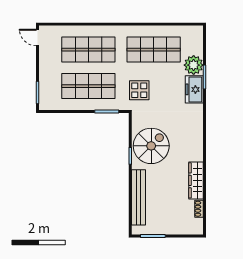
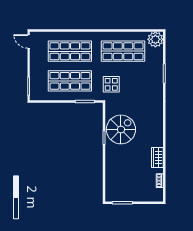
plant: (194, 65) -> (155, 39), moved
freezer: (194, 89) -> (156, 84), removed
wardrobe: (196, 180) -> (157, 158), width x0.67
bench: (139, 197) -> (111, 171), removed

